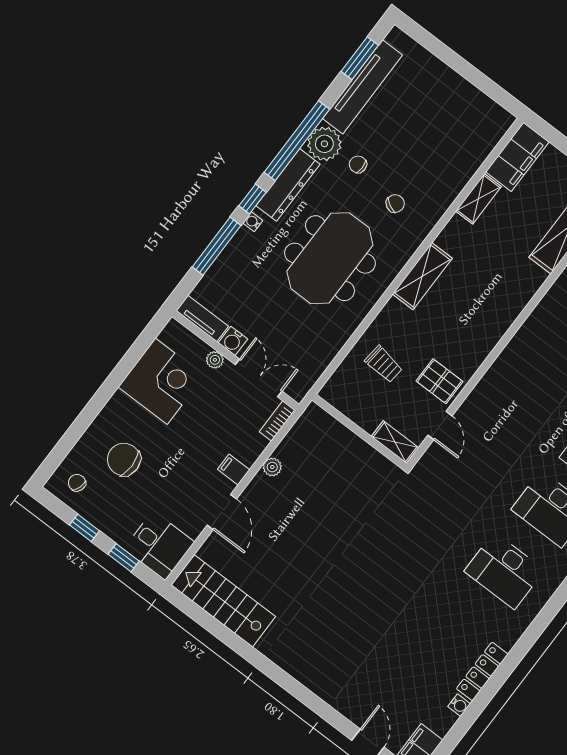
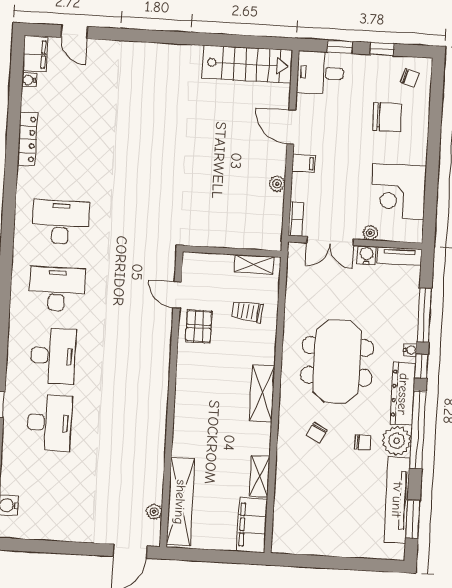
pallet: (440, 381) -> (199, 326), turned 90
shelving: (395, 442) -> (254, 264), moved
water cooler: (459, 705) -> (29, 80), moved

